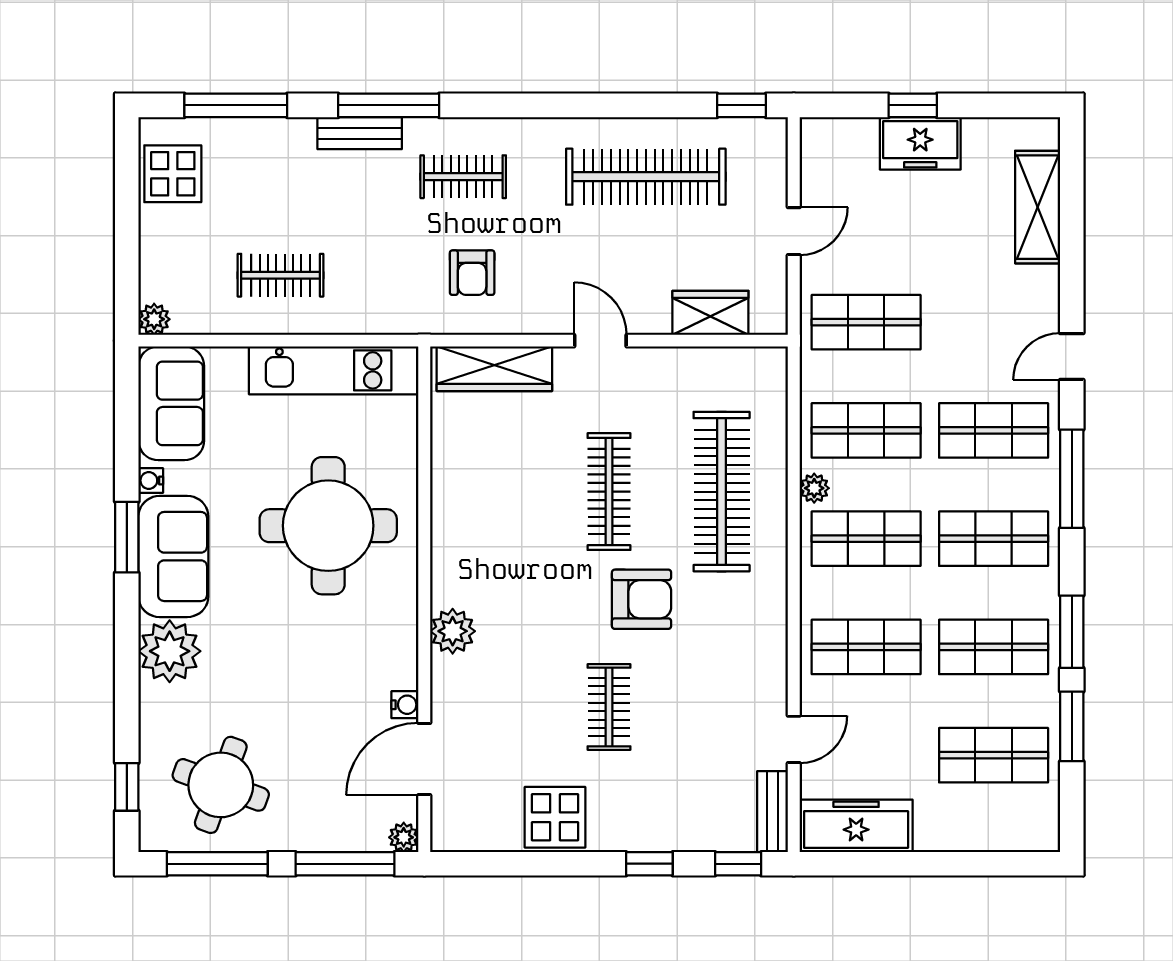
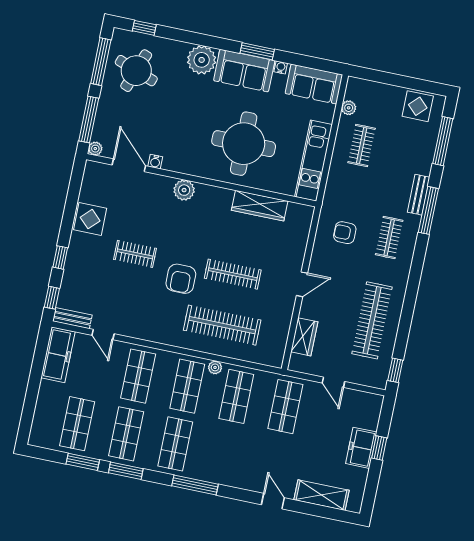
plant: (154, 319) -> (349, 108), moved
door: (1072, 356) -> (273, 501), moved
wardrobe: (494, 369) -> (260, 206), moved, turned -90
shop shelf: (994, 430) -> (224, 454), removed

